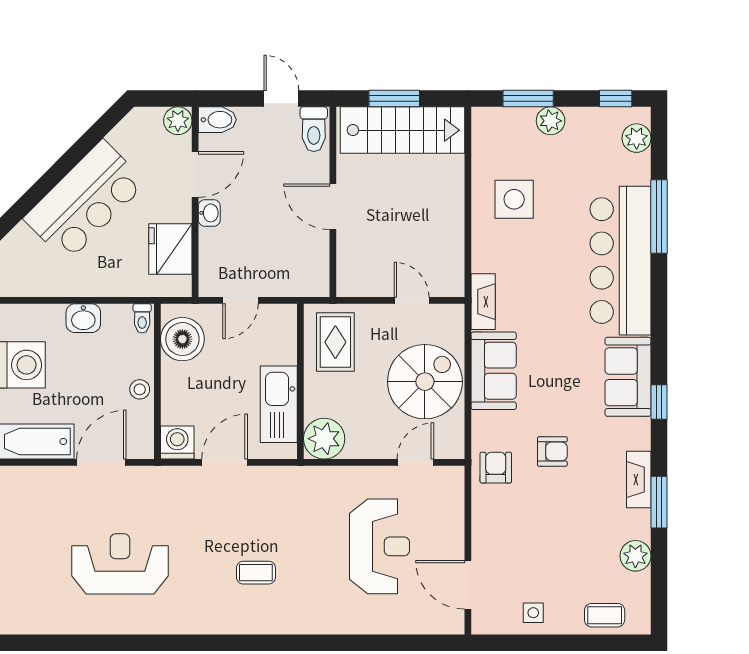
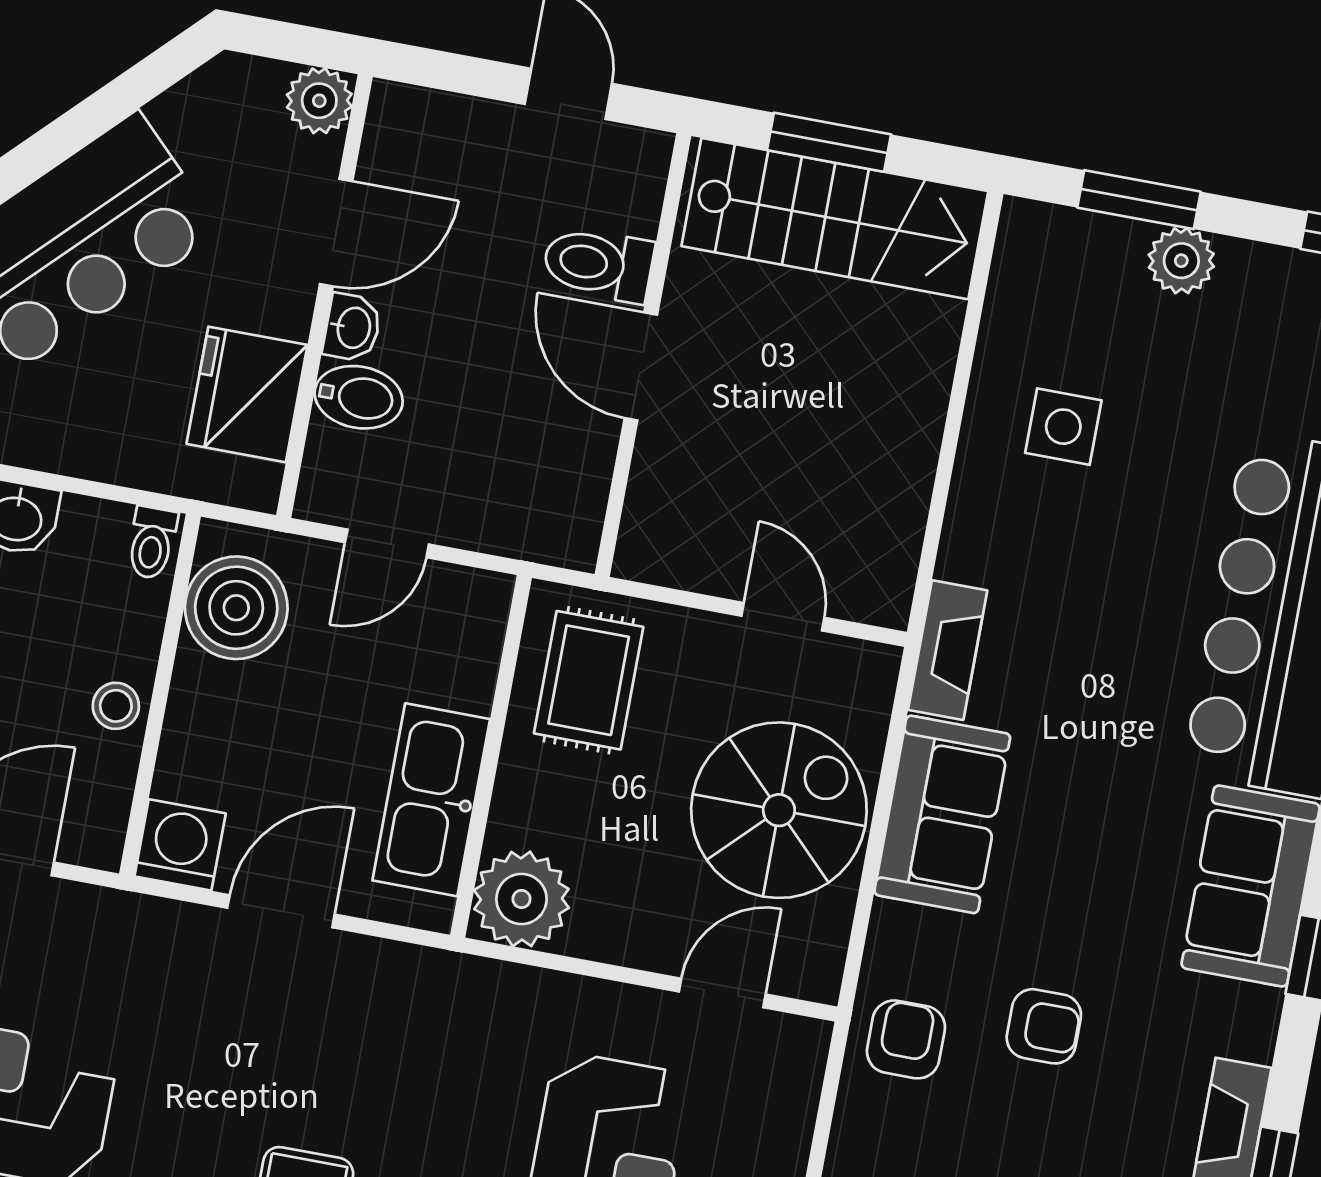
bidet: (217, 120) -> (359, 397), moved
toilet: (314, 129) -> (598, 264), moved, turned 90
side table: (514, 199) -> (1063, 427), width x0.73, depth x0.73

